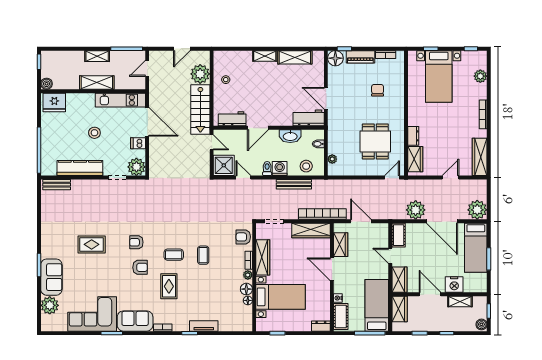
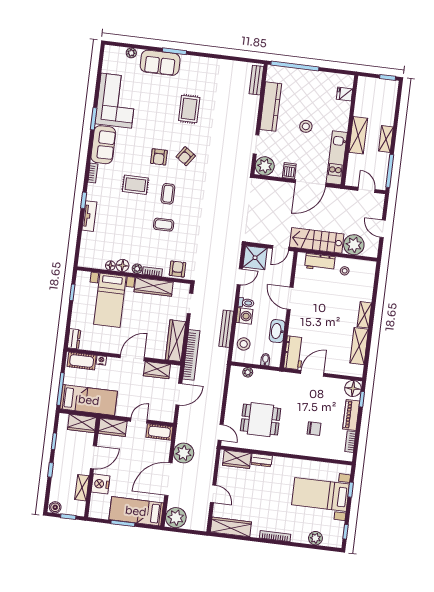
boiler: (46, 84) -> (363, 82), removed
fridge: (54, 102) -> (345, 94), width x0.53, depth x0.75
workbench: (232, 119) -> (320, 262), moved, turned 90
armchair: (136, 242) -> (186, 156), turned -145
plant: (50, 305) -> (131, 53), width x0.53, depth x0.53

